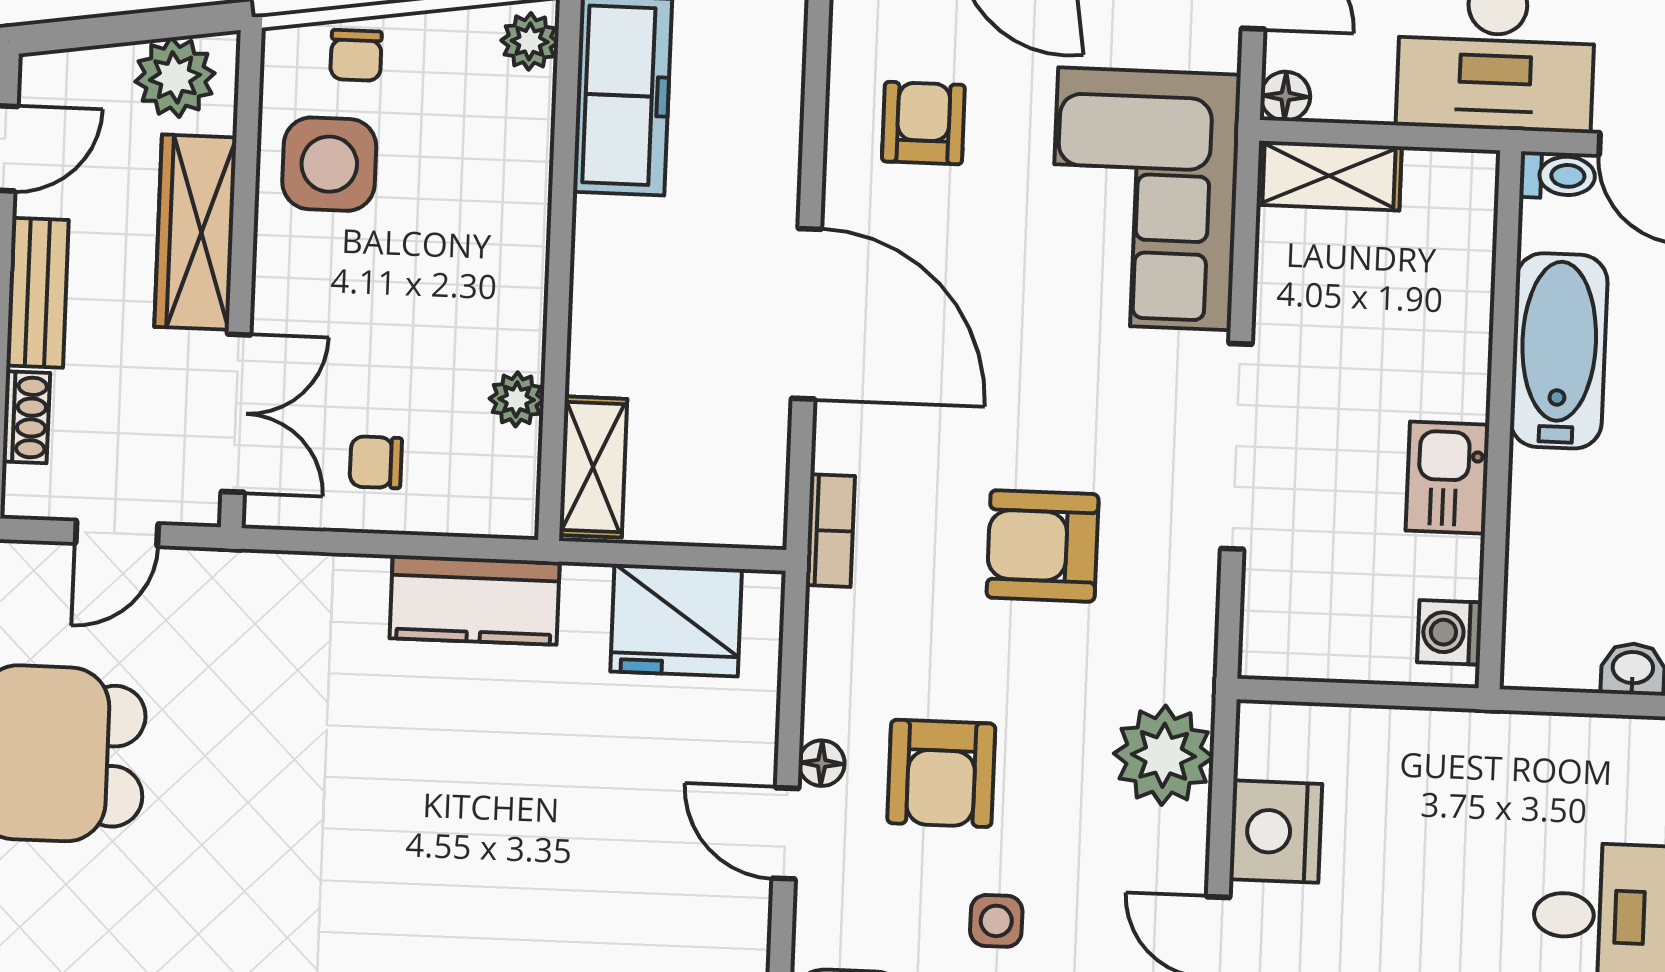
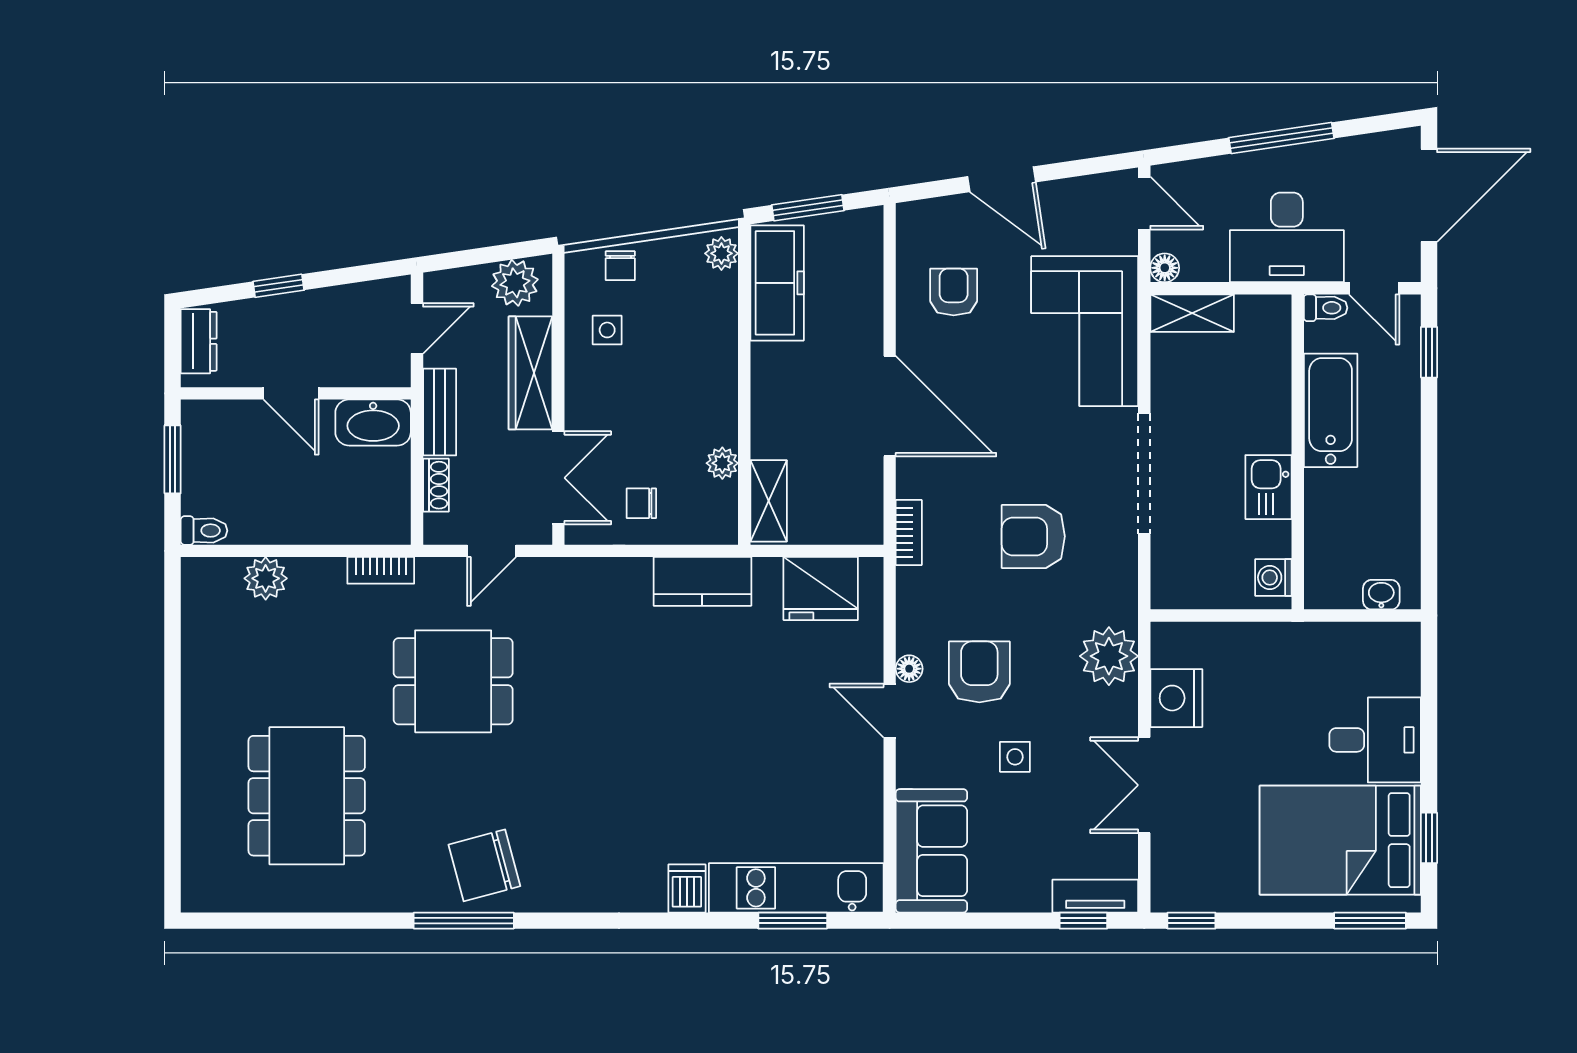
side table: (329, 164) -> (607, 330), width x0.54, depth x0.54
armchair: (941, 773) -> (979, 672), turned 180

